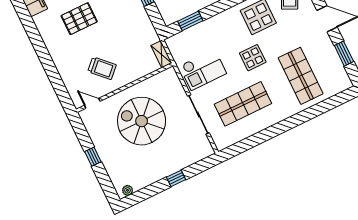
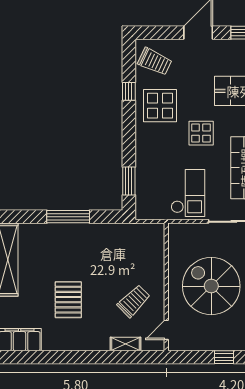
shelving: (161, 54) -> (125, 344), moved
spiral stairs: (142, 121) -> (211, 286), turned 90

